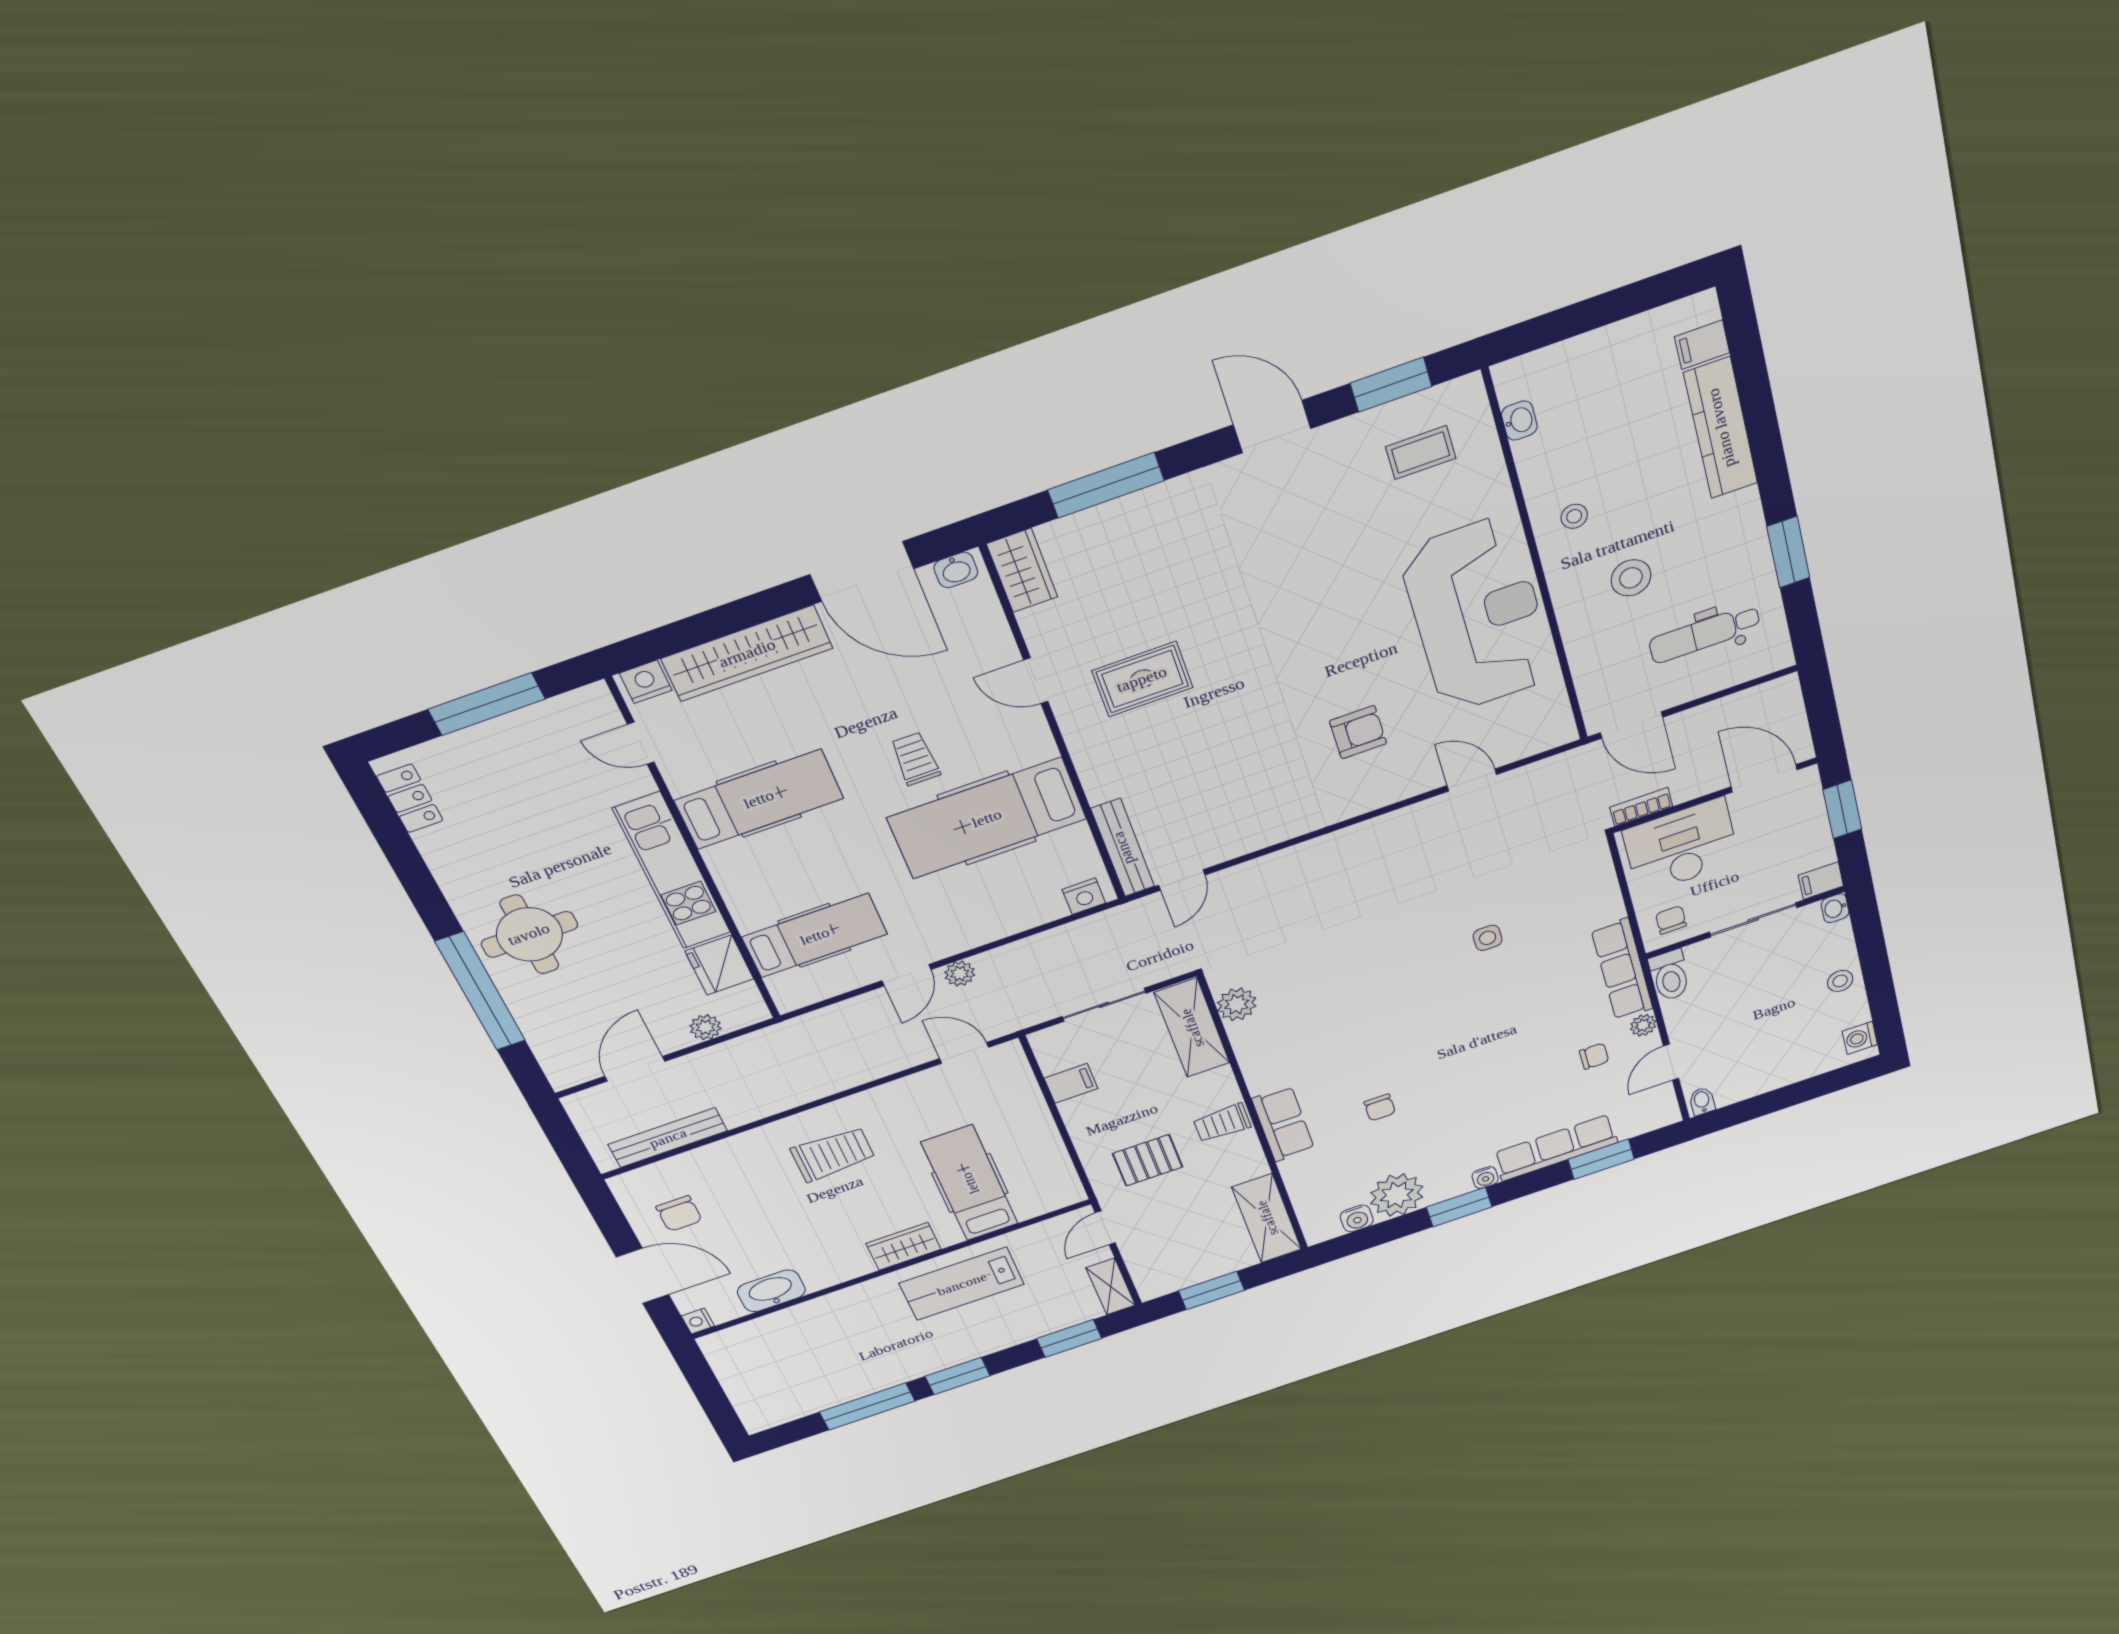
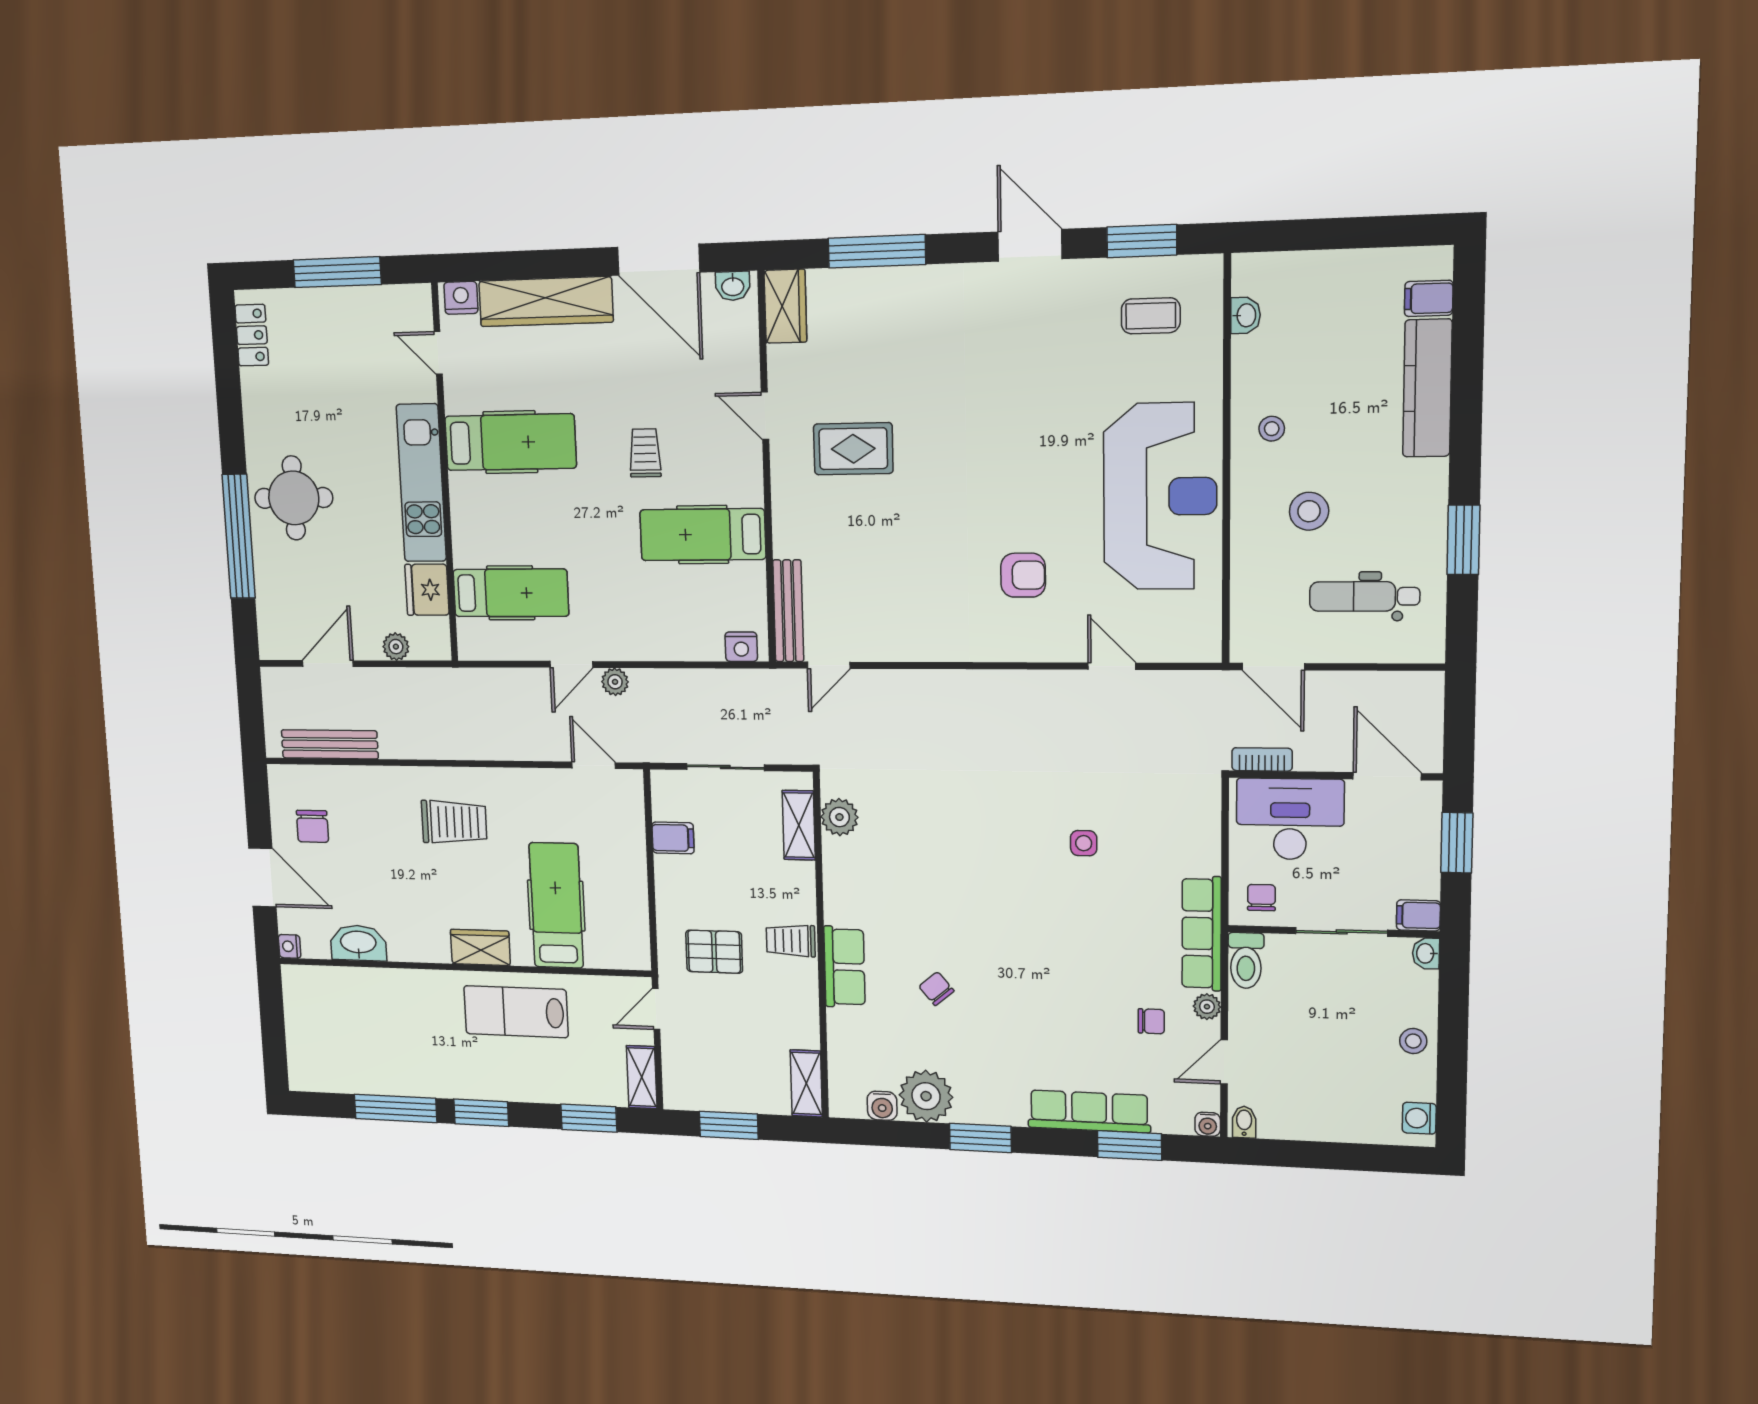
hospital bed: (987, 818) -> (703, 535), width x0.73, depth x0.78
shelving: (1192, 1028) -> (799, 825), width x0.67, depth x0.75
chair: (1380, 1107) -> (936, 989), turned 140
water cooler: (1485, 1178) -> (1208, 1124), moved
shelving: (1267, 1218) -> (806, 1083), width x0.67, depth x0.75

